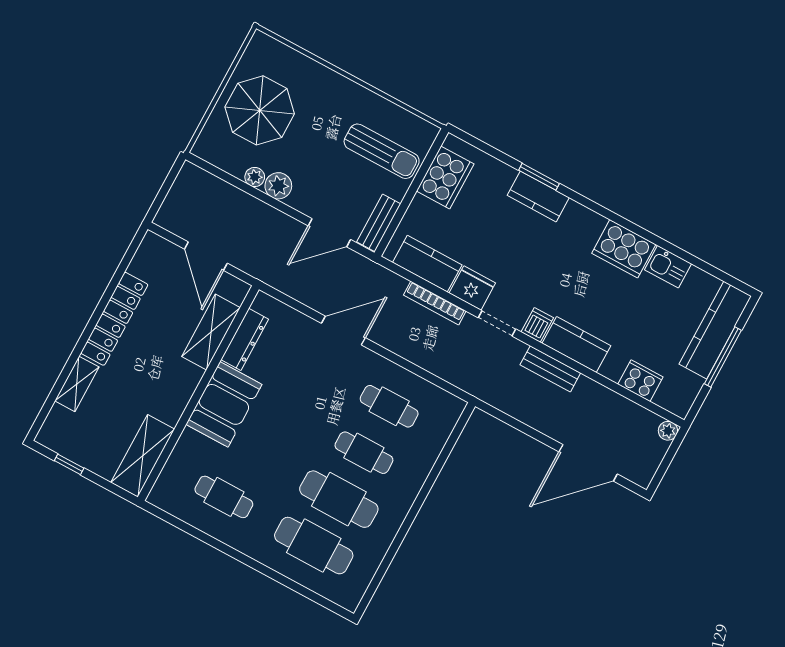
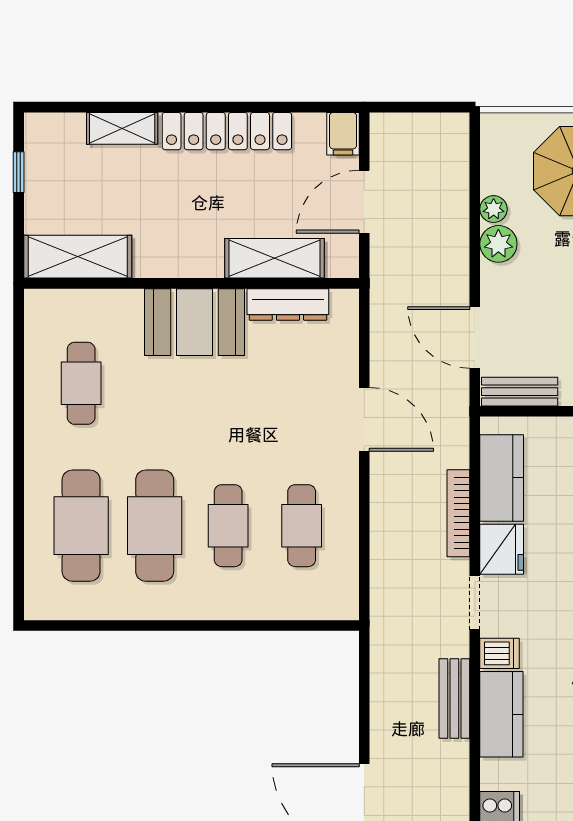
filing cabinet: (156, 246) -> (343, 134), added

